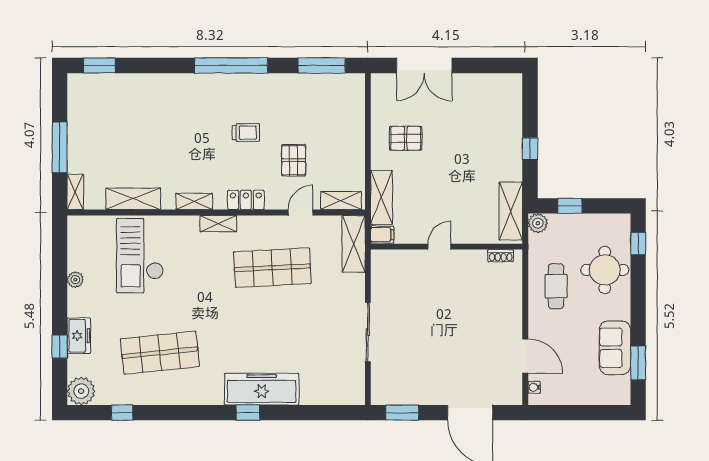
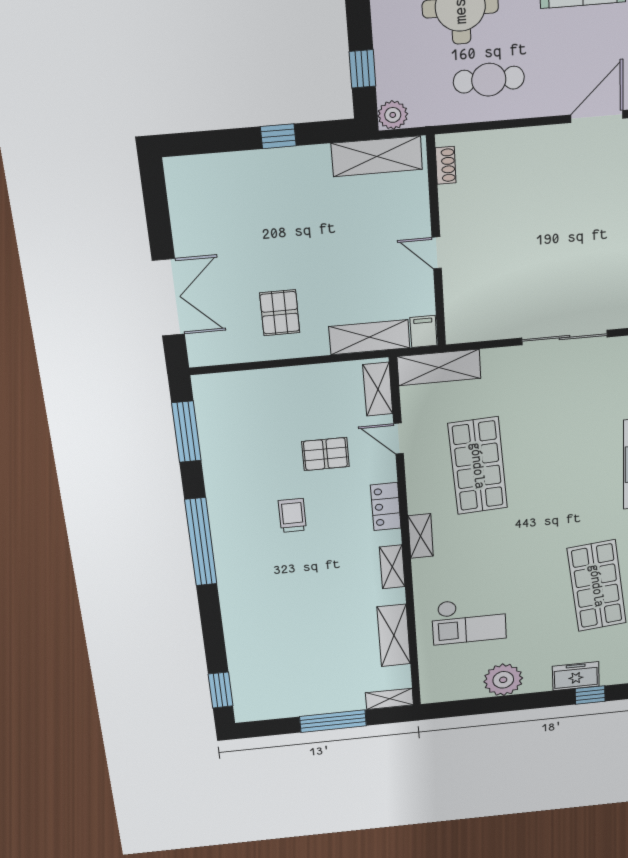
checkout: (140, 256) -> (469, 621), width x0.73, depth x0.83
plant: (75, 280) -> (503, 680), width x1.88, depth x1.88

